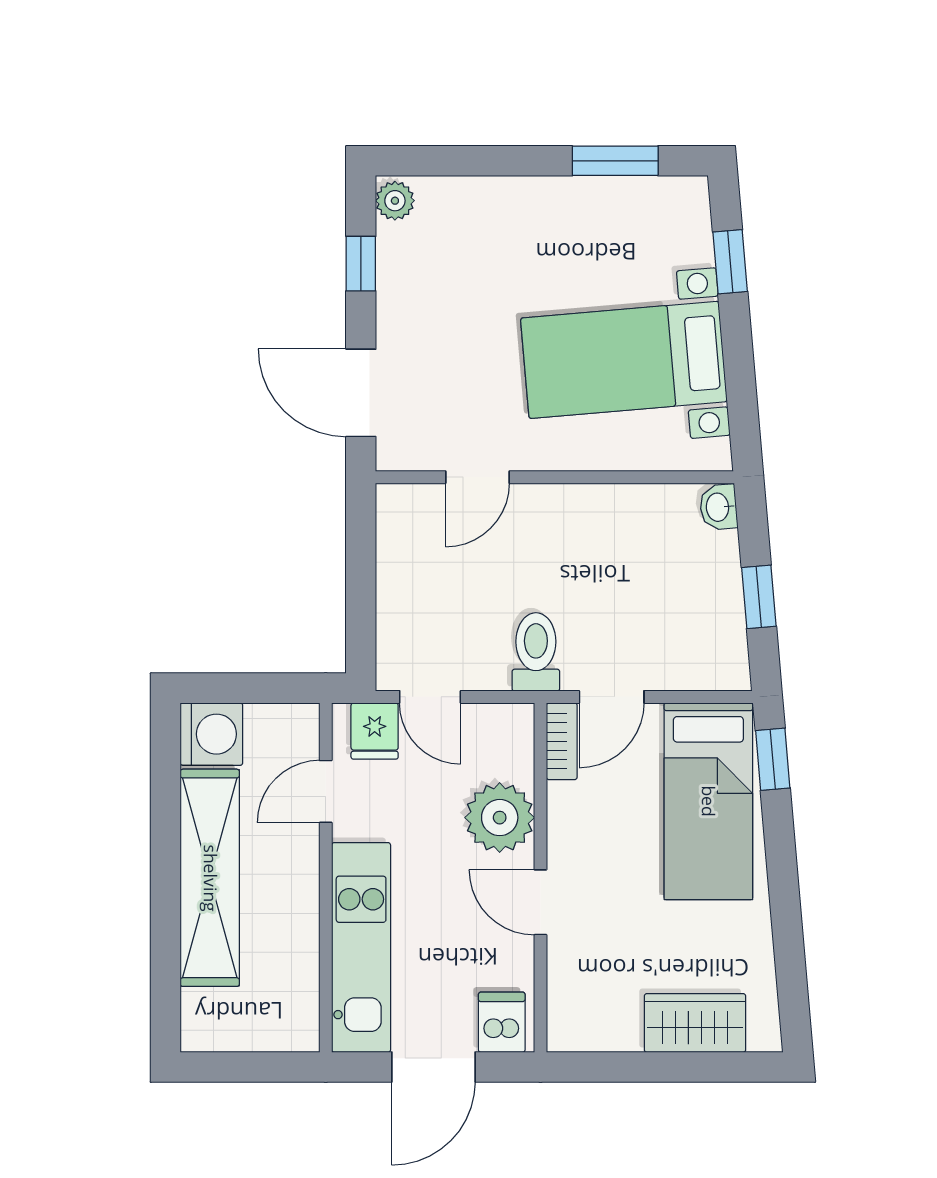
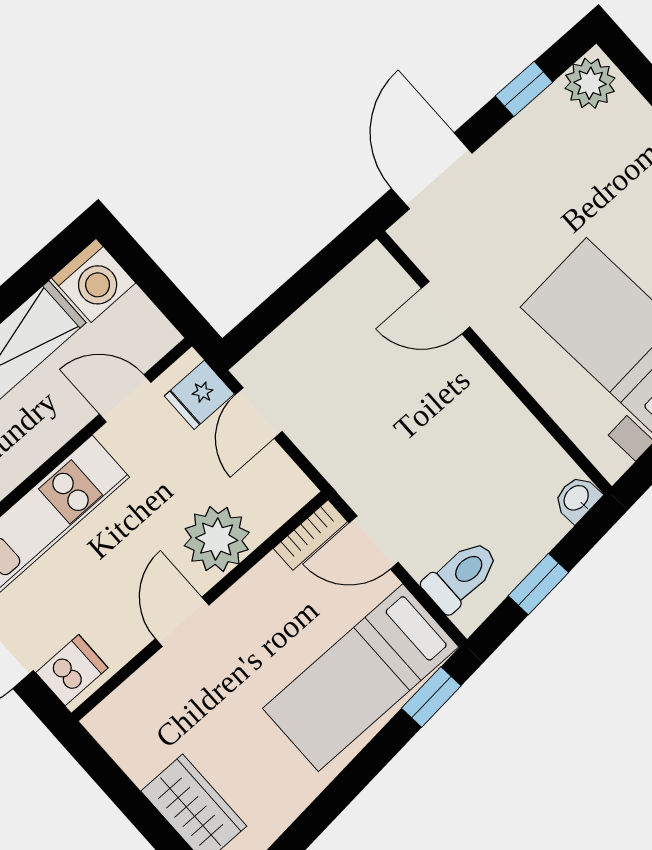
plant: (395, 201) -> (590, 83), width x1.38, depth x1.38
toilet: (536, 652) -> (461, 576), moved

